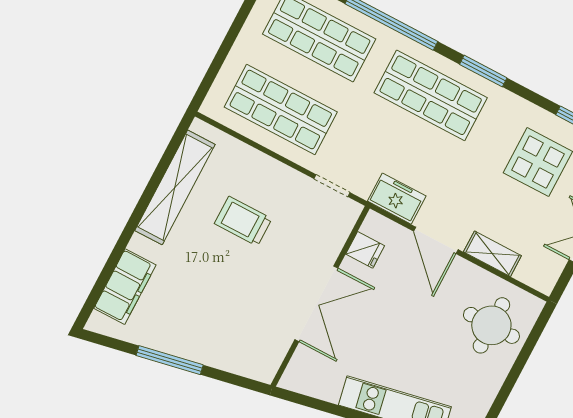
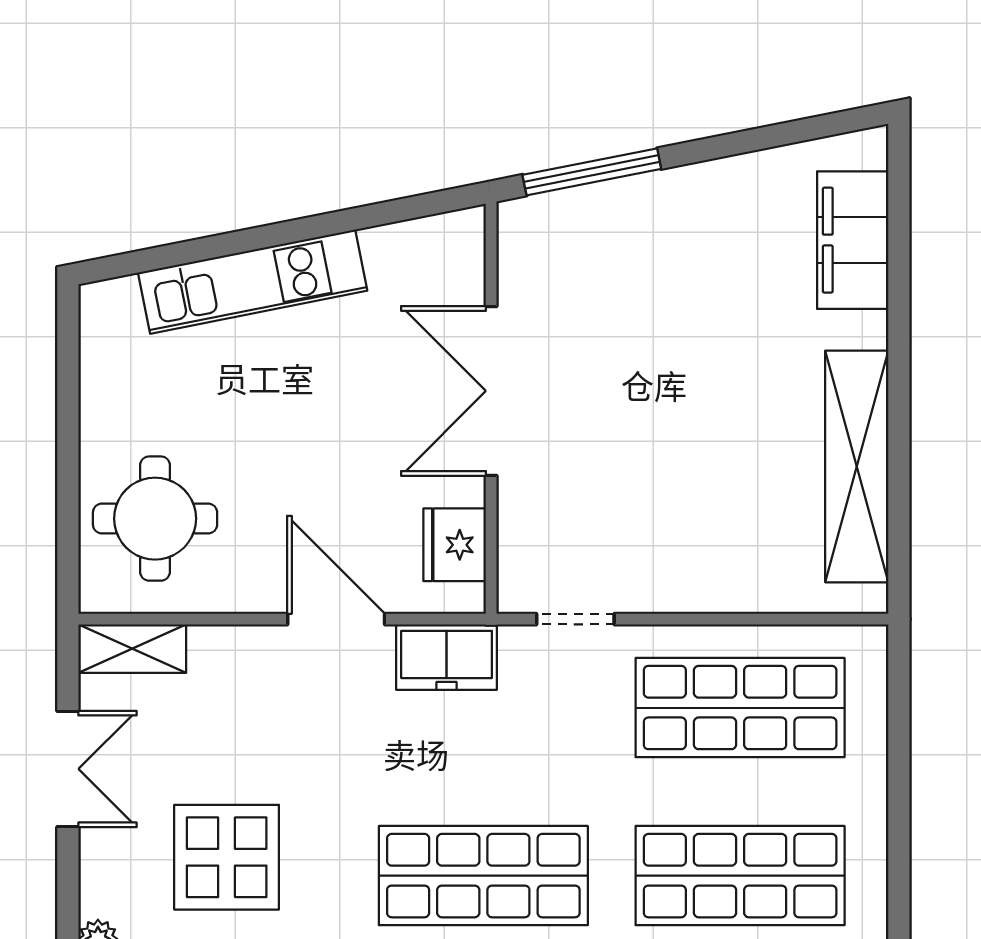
trolley: (243, 221) -> (702, 470), removed
fridge: (365, 250) -> (455, 545), width x1.38
shelving: (492, 254) -> (132, 649), moved
window: (170, 360) -> (592, 172), moved

